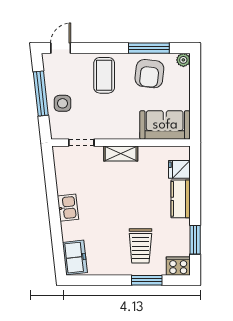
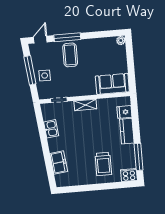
window: (149, 48) -> (67, 37), moved
armchair: (149, 74) -> (100, 51), removed
kitchen sink: (68, 208) -> (51, 129), moved
window: (195, 240) -> (139, 157), width x1.44
freezer: (75, 257) -> (59, 162), moved
window: (147, 280) -> (109, 186), removed

